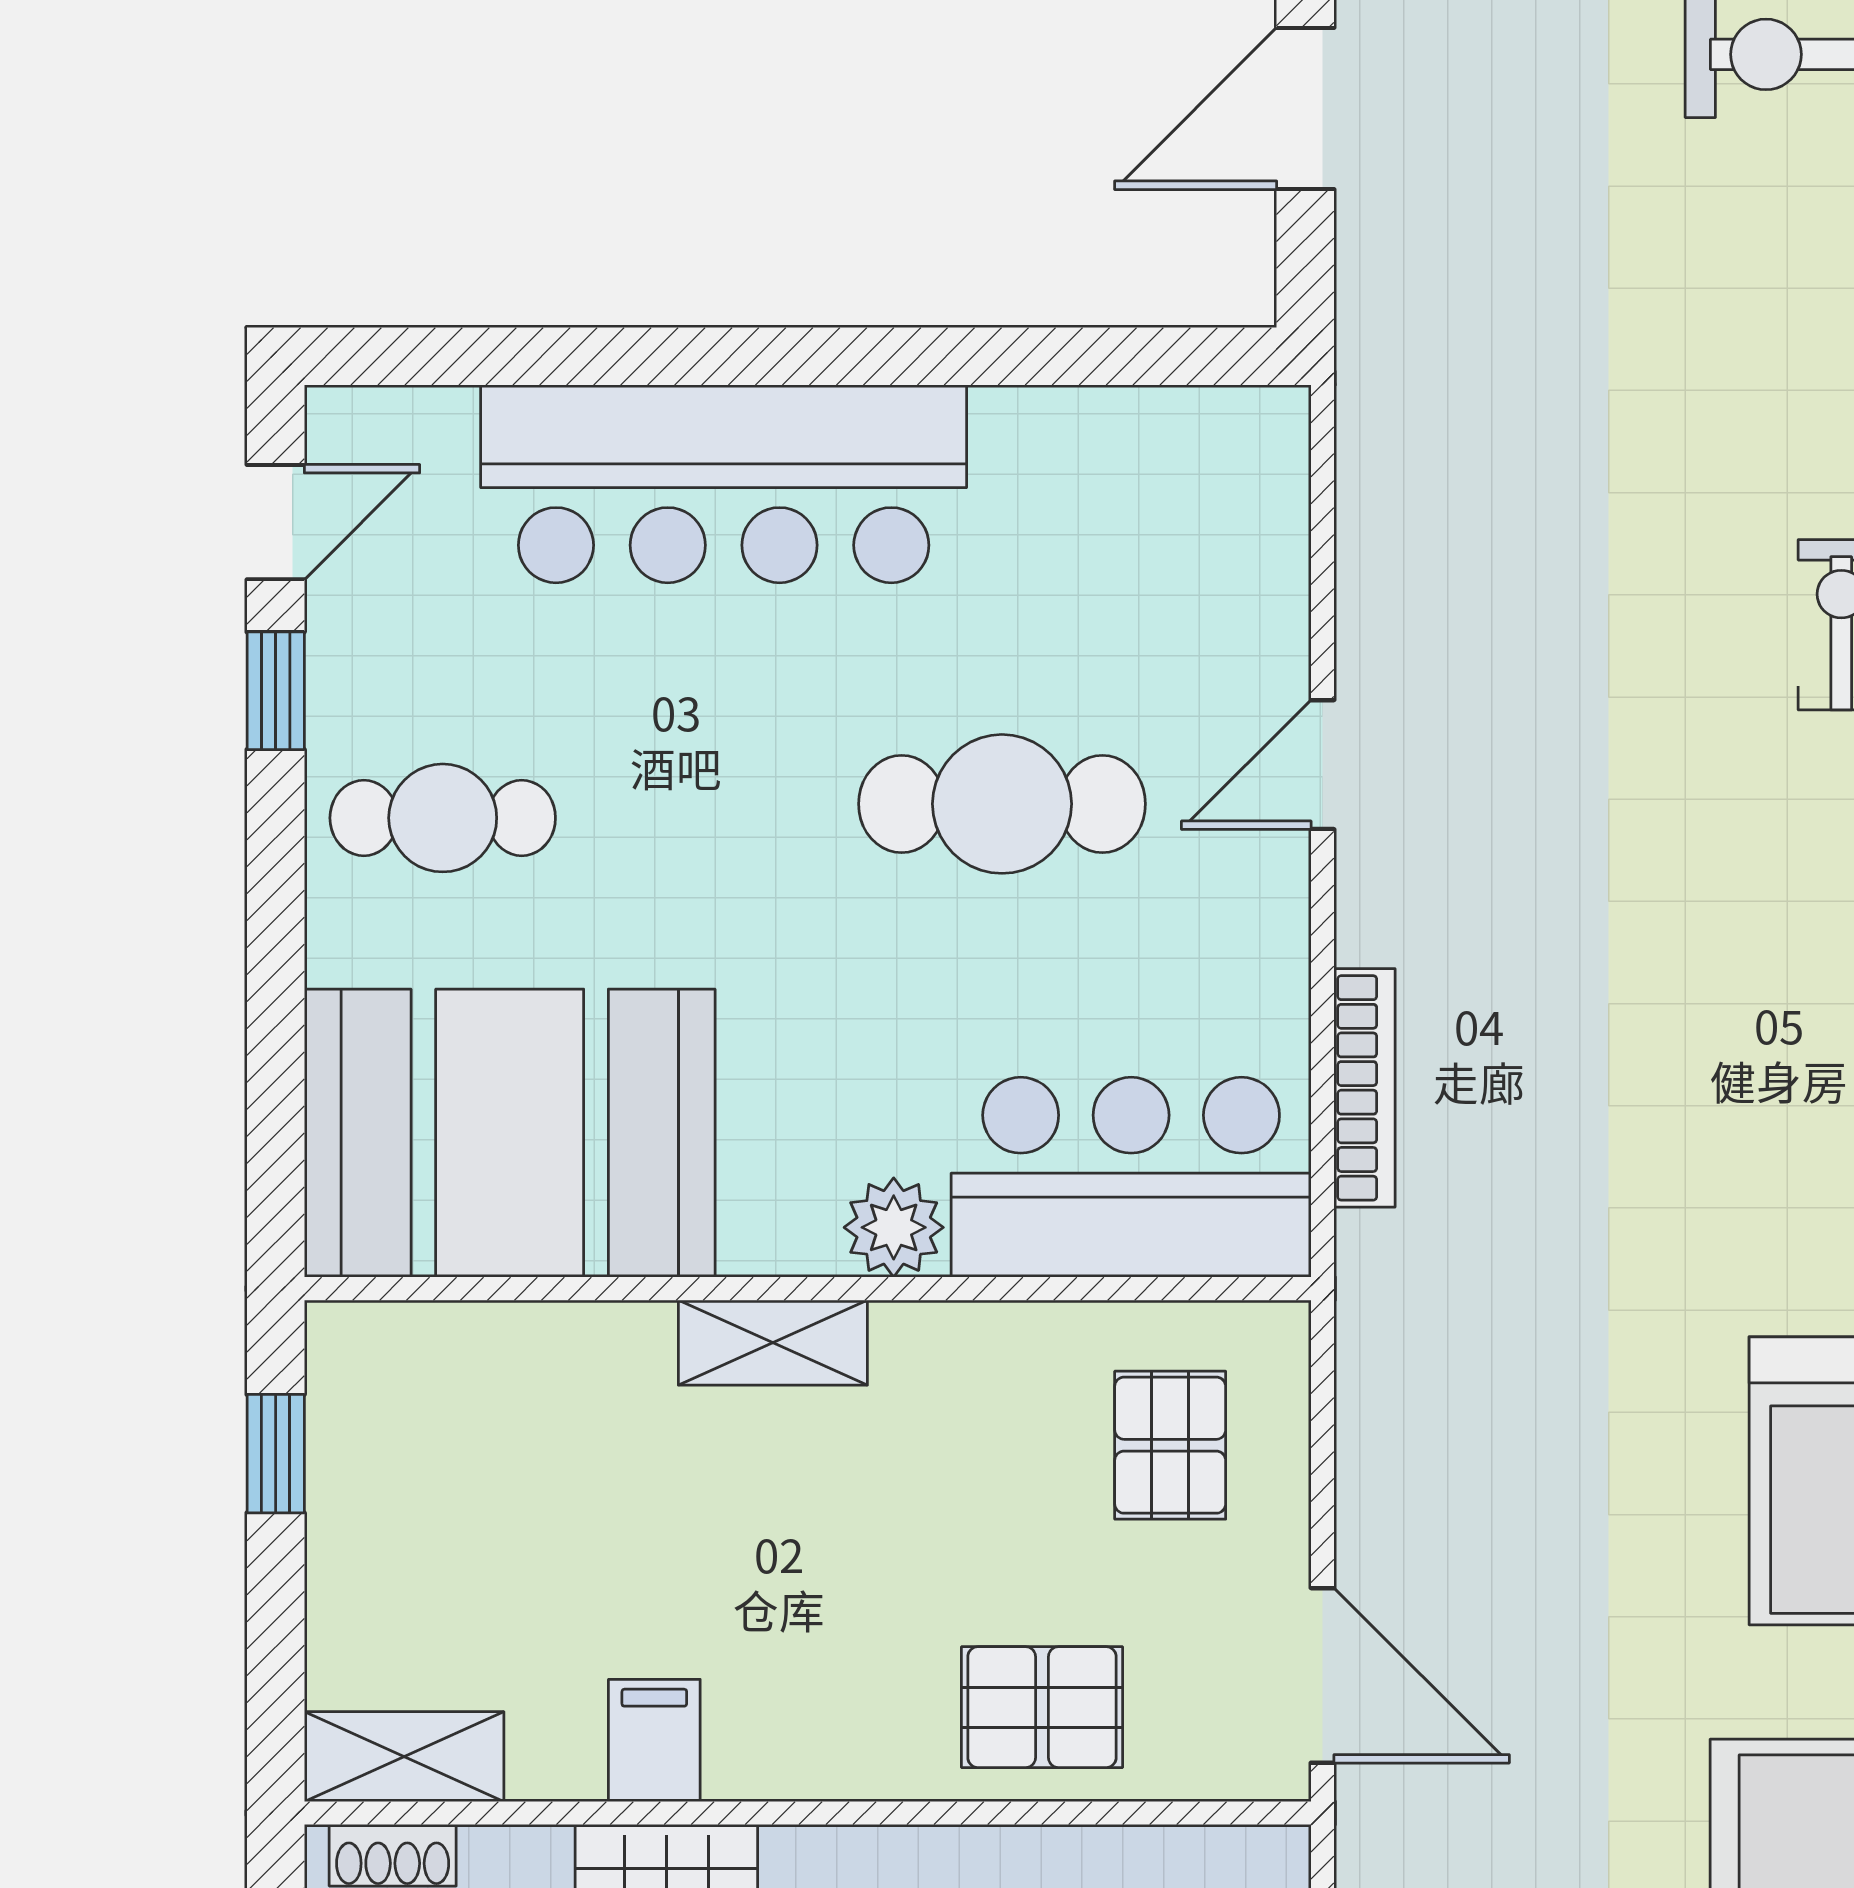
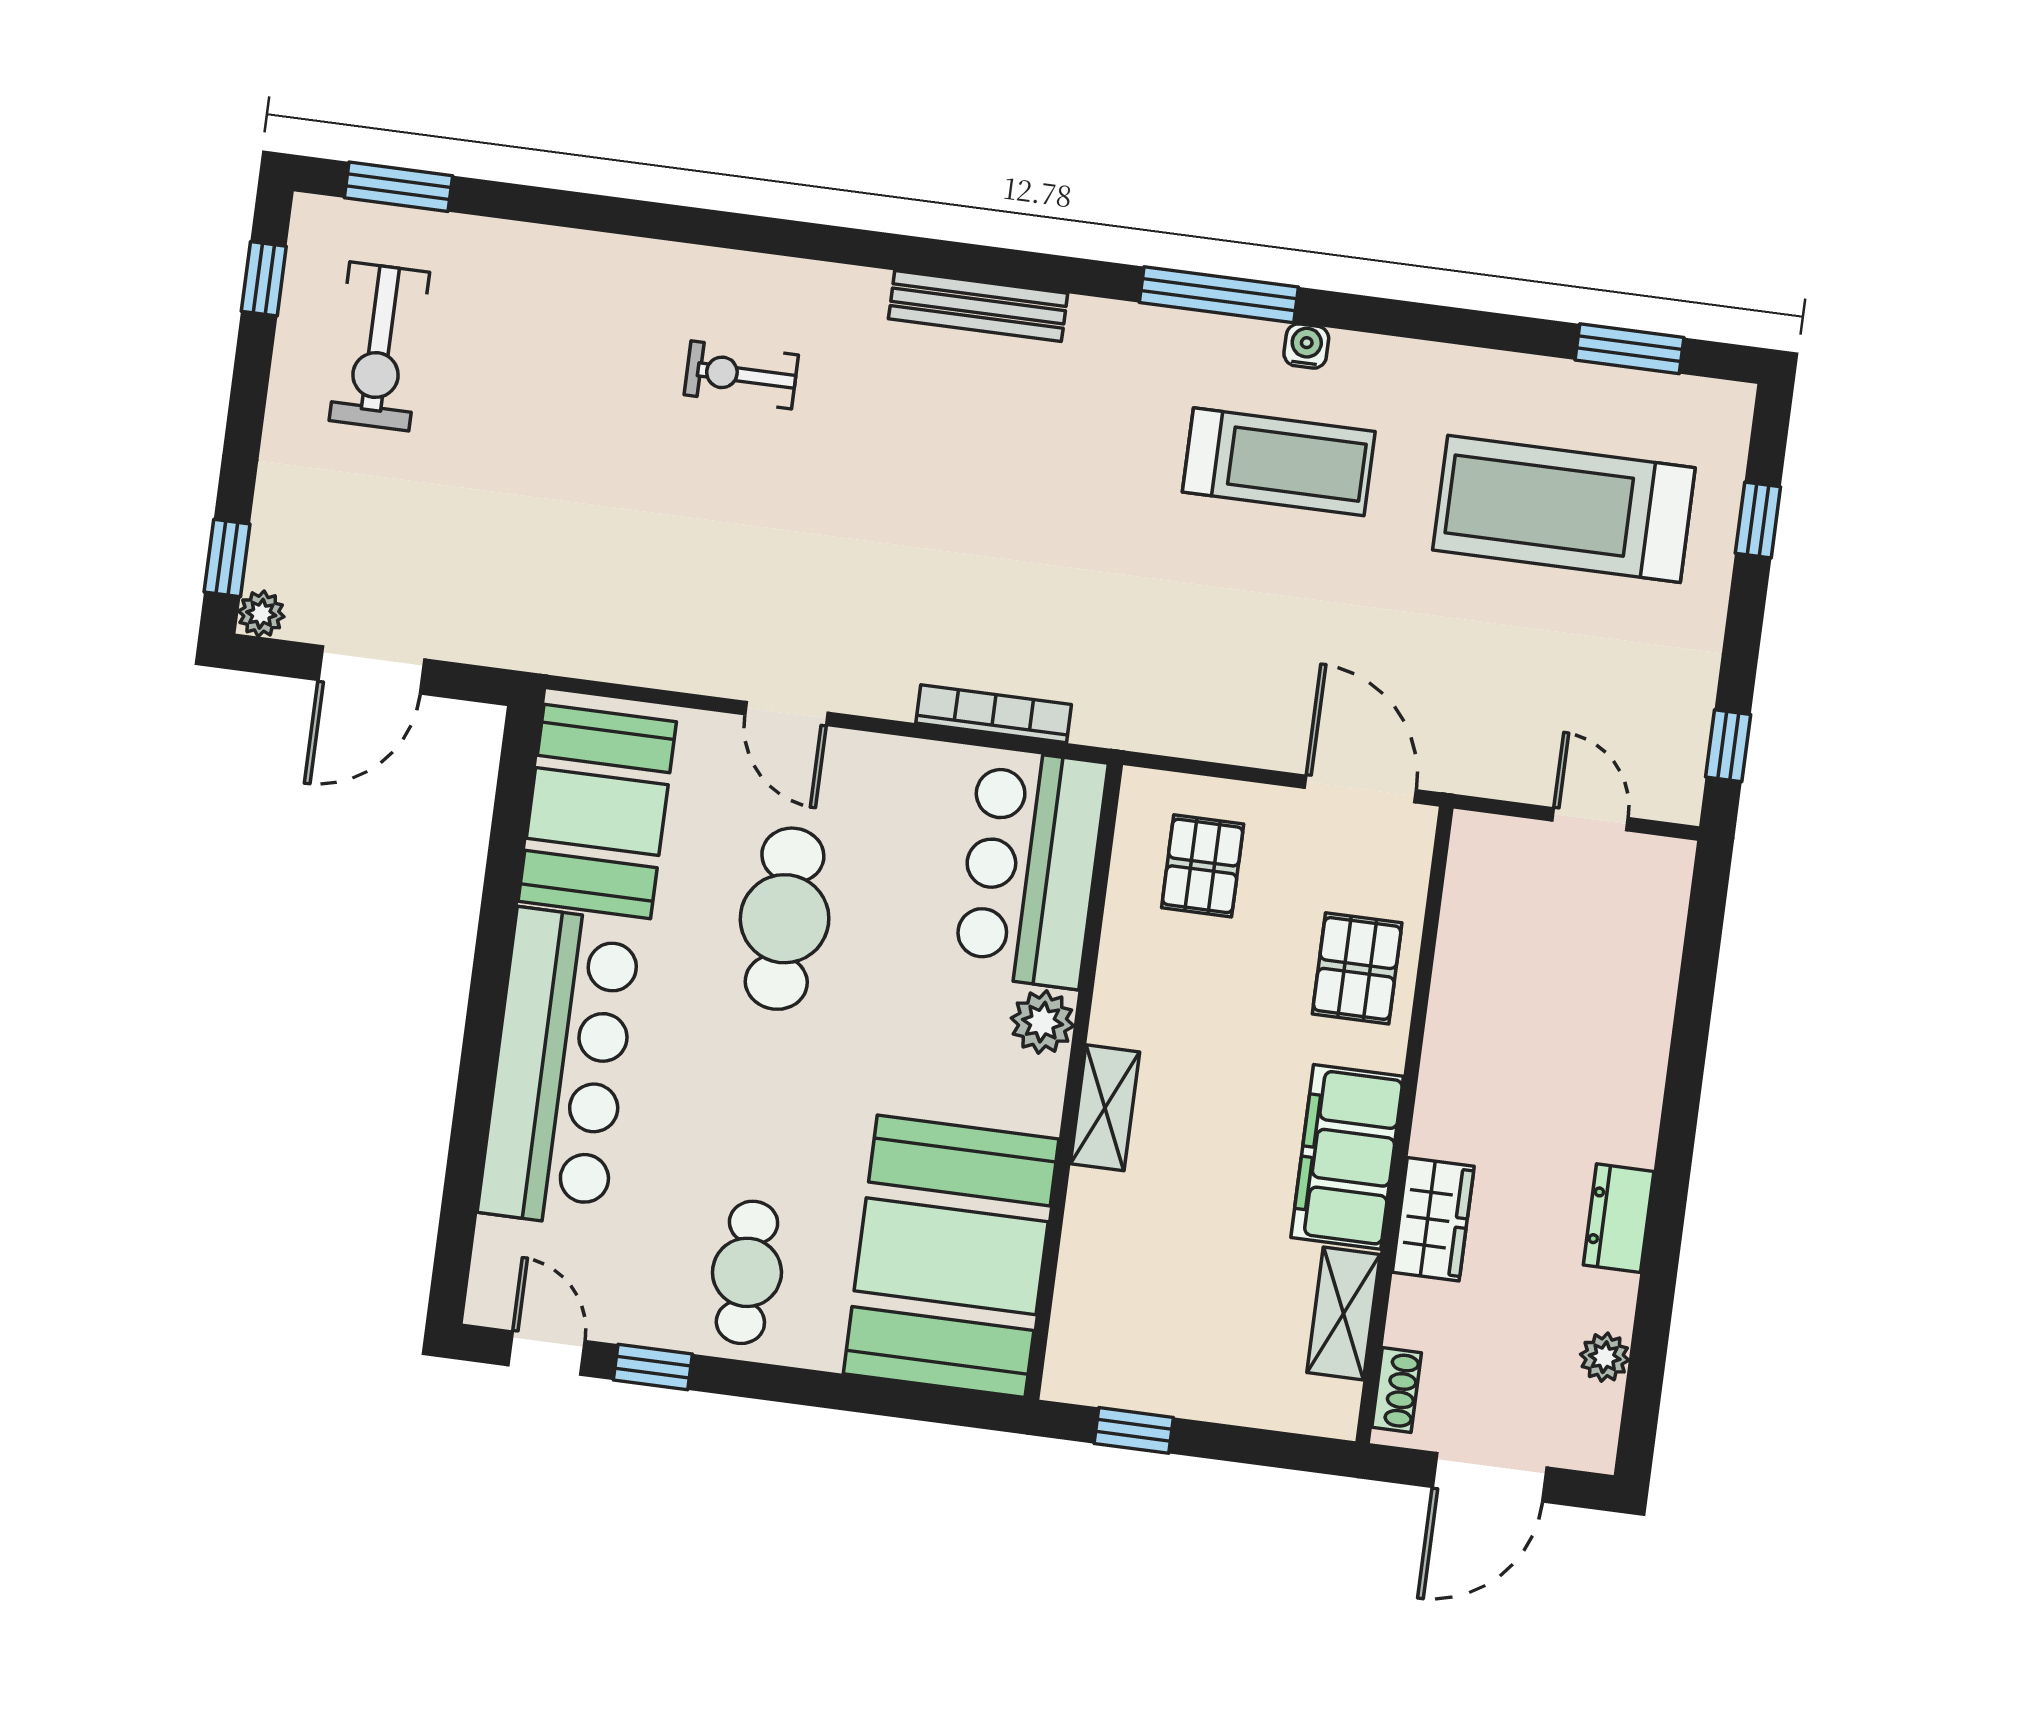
door: (1305, 108) -> (371, 670), hinge flipped
booth: (1131, 490) -> (597, 812), added
pallet: (1170, 1445) -> (1203, 866), turned 90
door: (1323, 1675) -> (1360, 789), hinge flipped
filing cabinet: (654, 1740) -> (1347, 1157), width x3.00, depth x1.17
shelving: (404, 1757) -> (1343, 1314), moved

